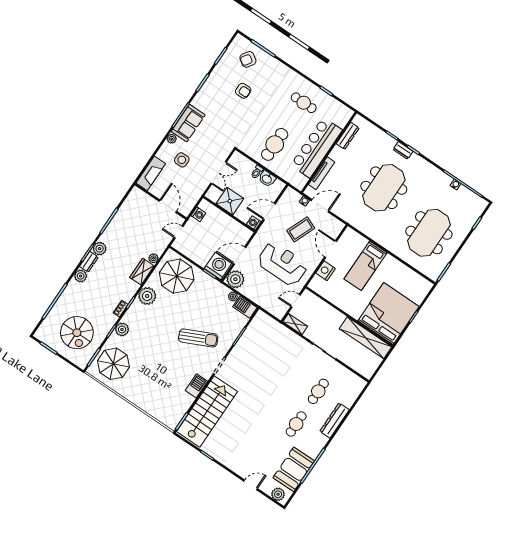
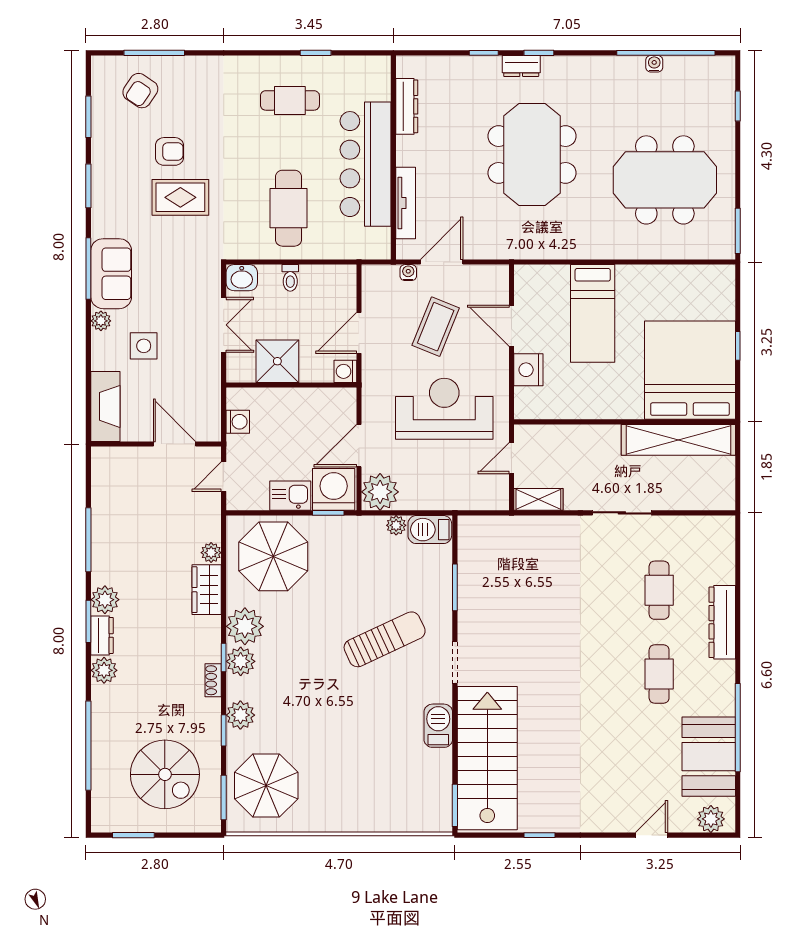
rug: (235, 112) -> (180, 197), added
washbasin: (267, 179) -> (242, 278), moved
meeting table: (429, 233) -> (665, 180), turned 90
kitchen sink: (199, 257) -> (290, 496), added
plant: (136, 309) -> (241, 661), added

